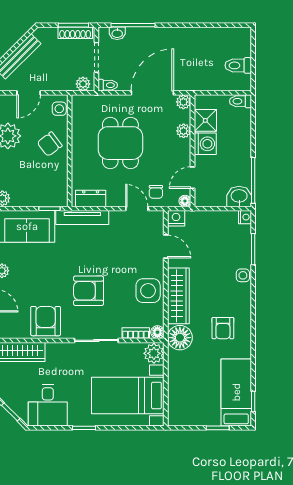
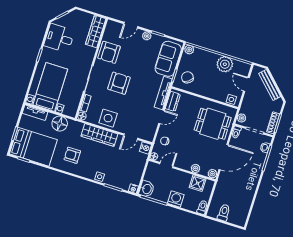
door: (152, 93) -> (224, 157), hinge flipped
dining table: (120, 143) -> (213, 124), moved
chair: (50, 144) -> (187, 77), moved
washing machine: (205, 144) -> (176, 199), moved, turned 180
door: (192, 178) -> (166, 165), hinge flipped
door: (137, 209) -> (161, 117), moved
armchair: (46, 321) -> (109, 52), turned 90
floor lamp: (180, 338) -> (60, 124), moved
plant: (154, 353) -> (70, 110), removed
bed: (236, 392) -> (33, 147), width x1.50
tv unit: (175, 406) -> (35, 113), added

